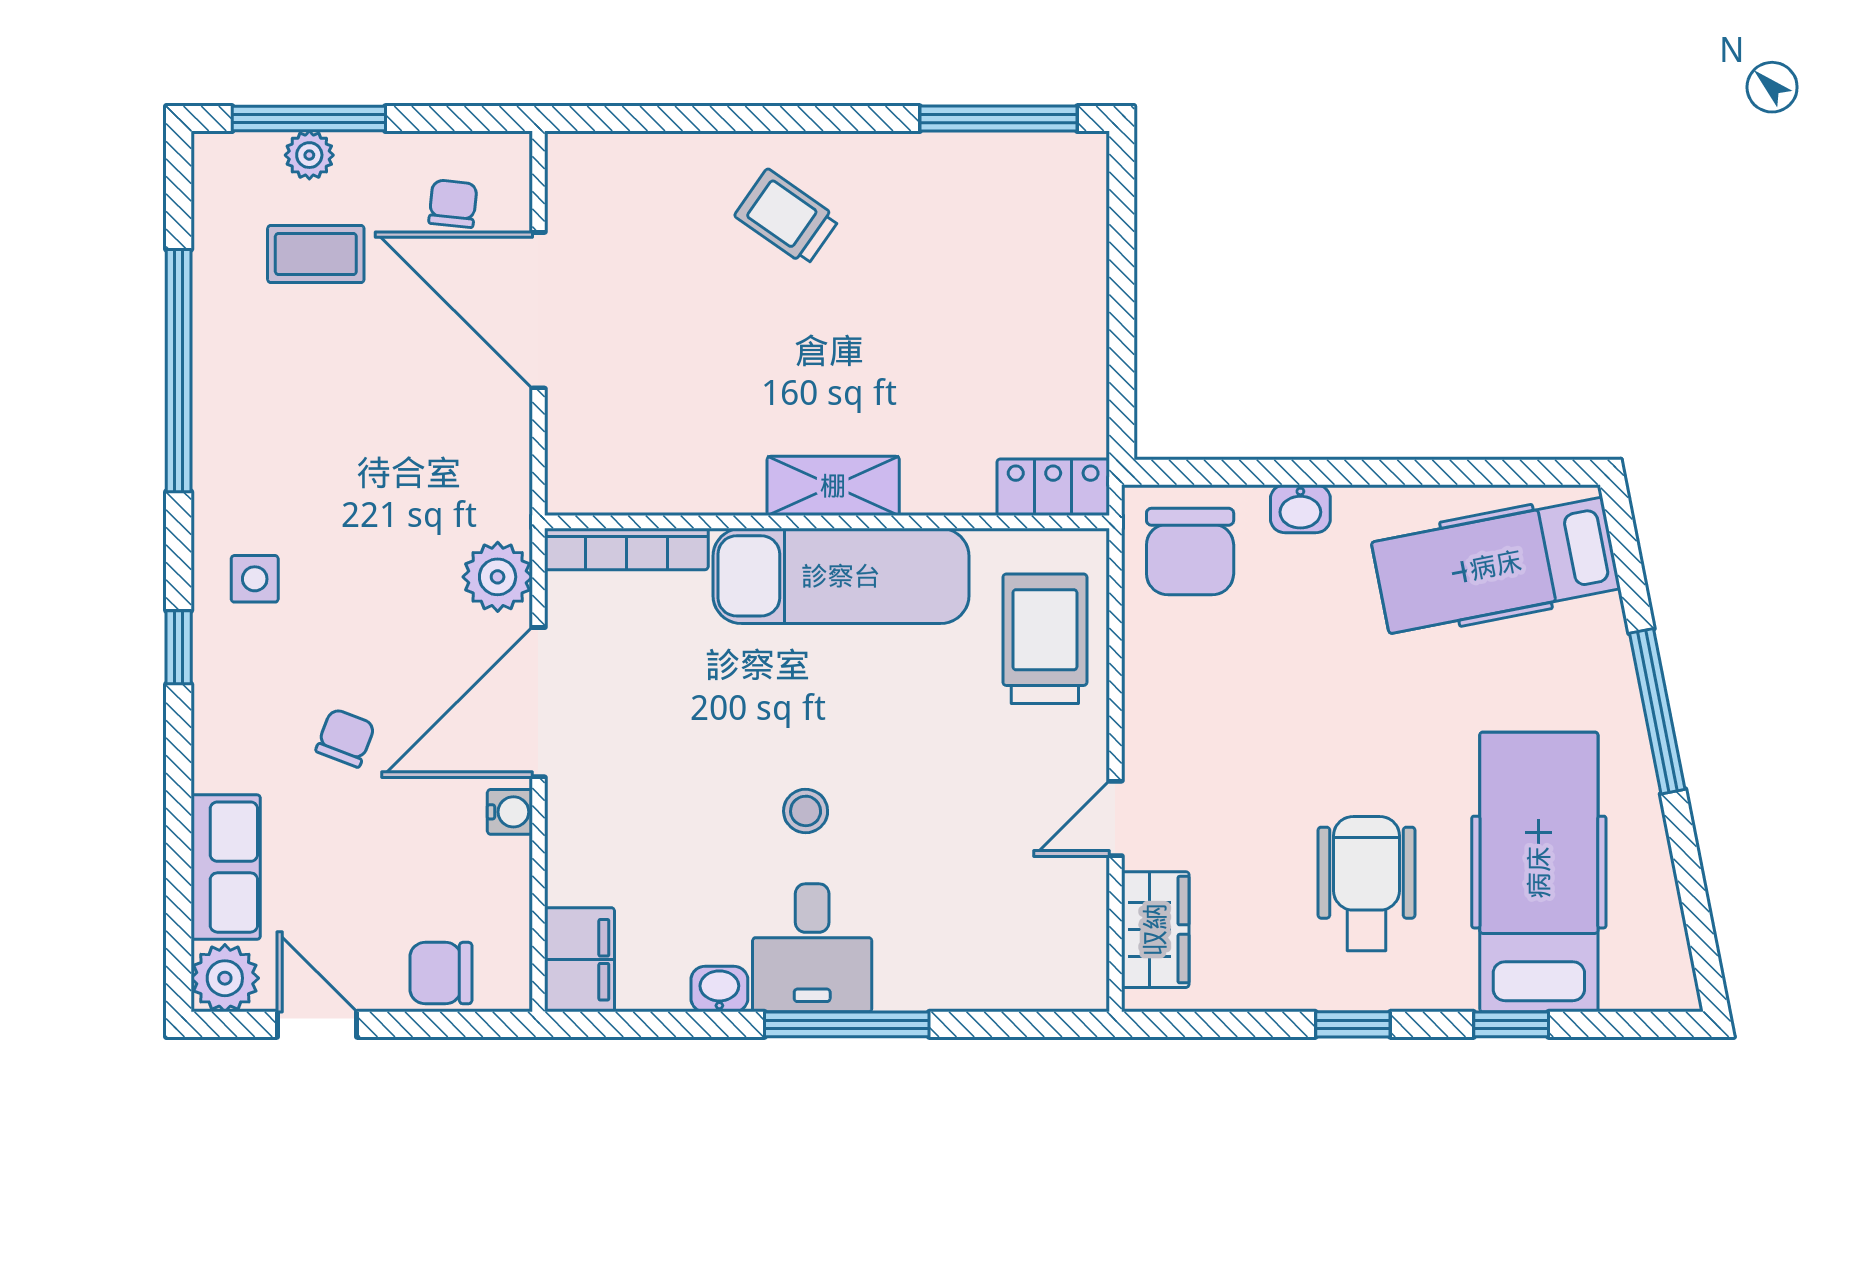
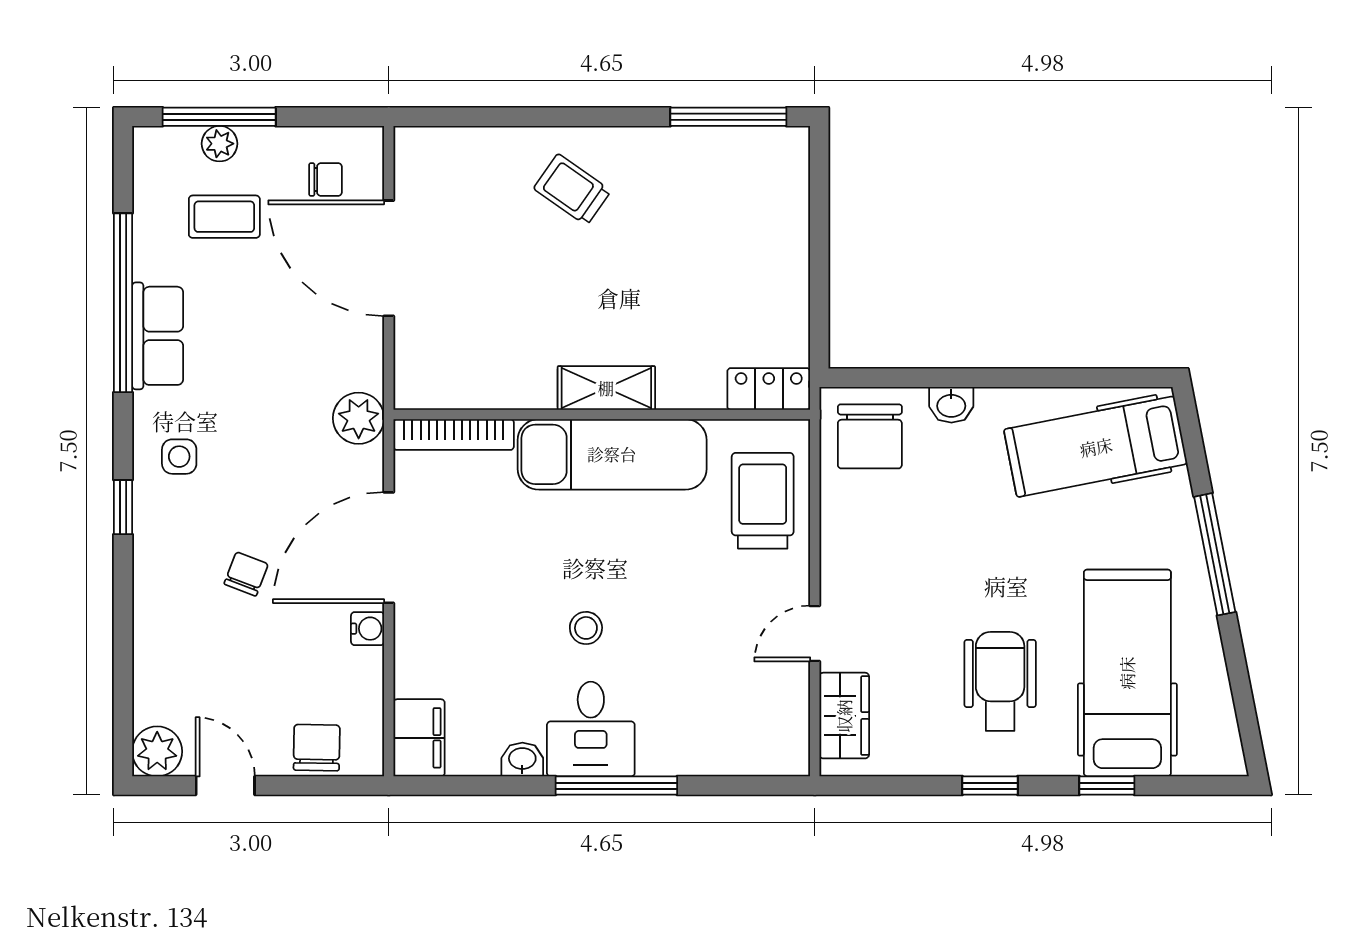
chair: (453, 204) -> (326, 179), turned 84
plant: (498, 577) -> (359, 418), moved
row of seats: (226, 867) -> (158, 336), moved
chair: (441, 973) -> (317, 748), turned 91

